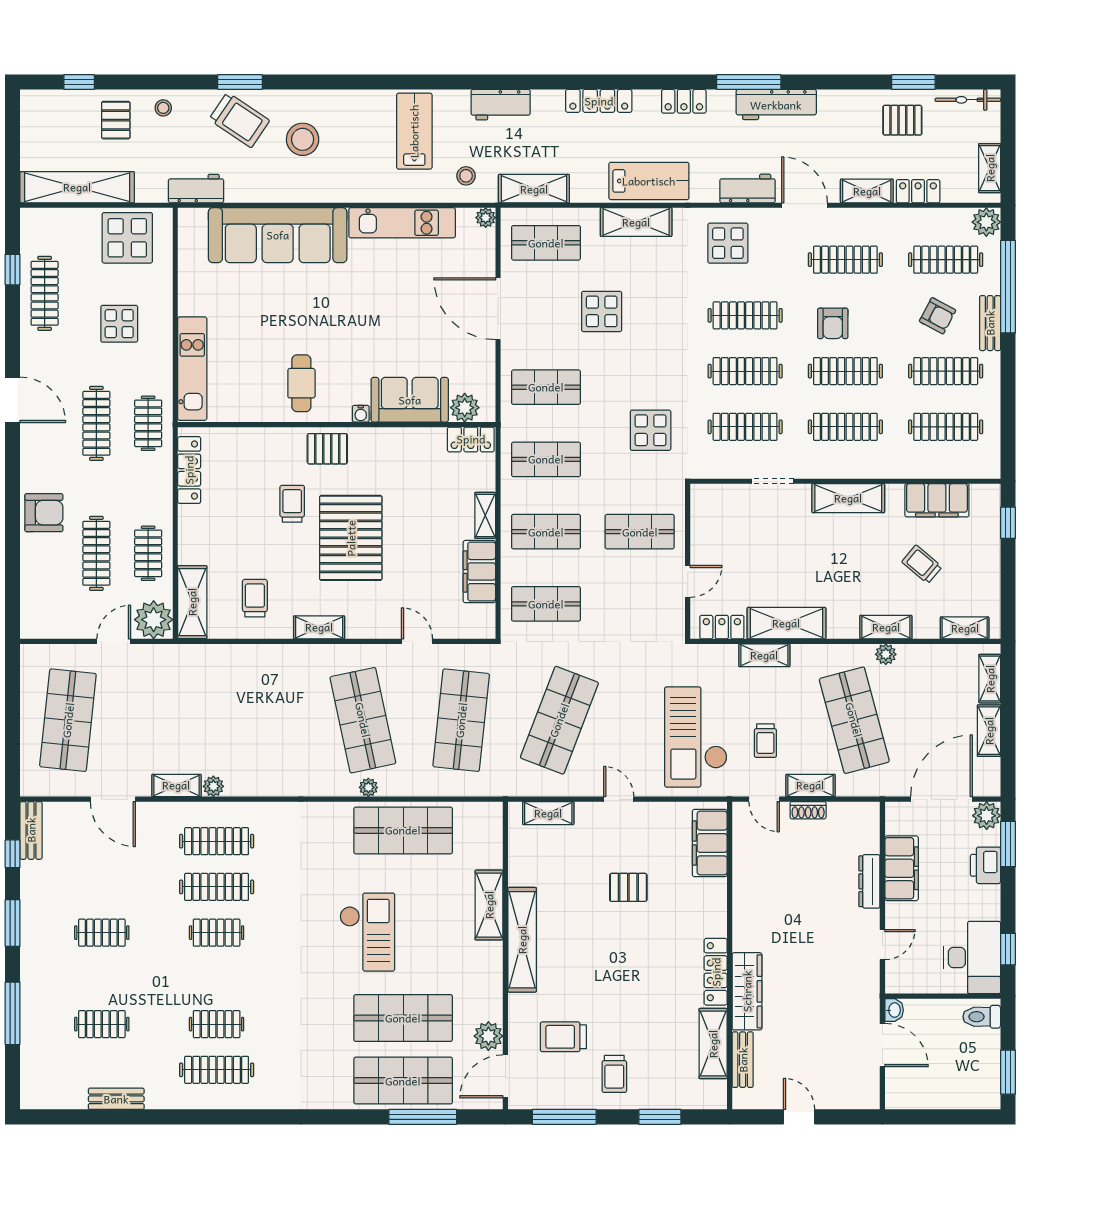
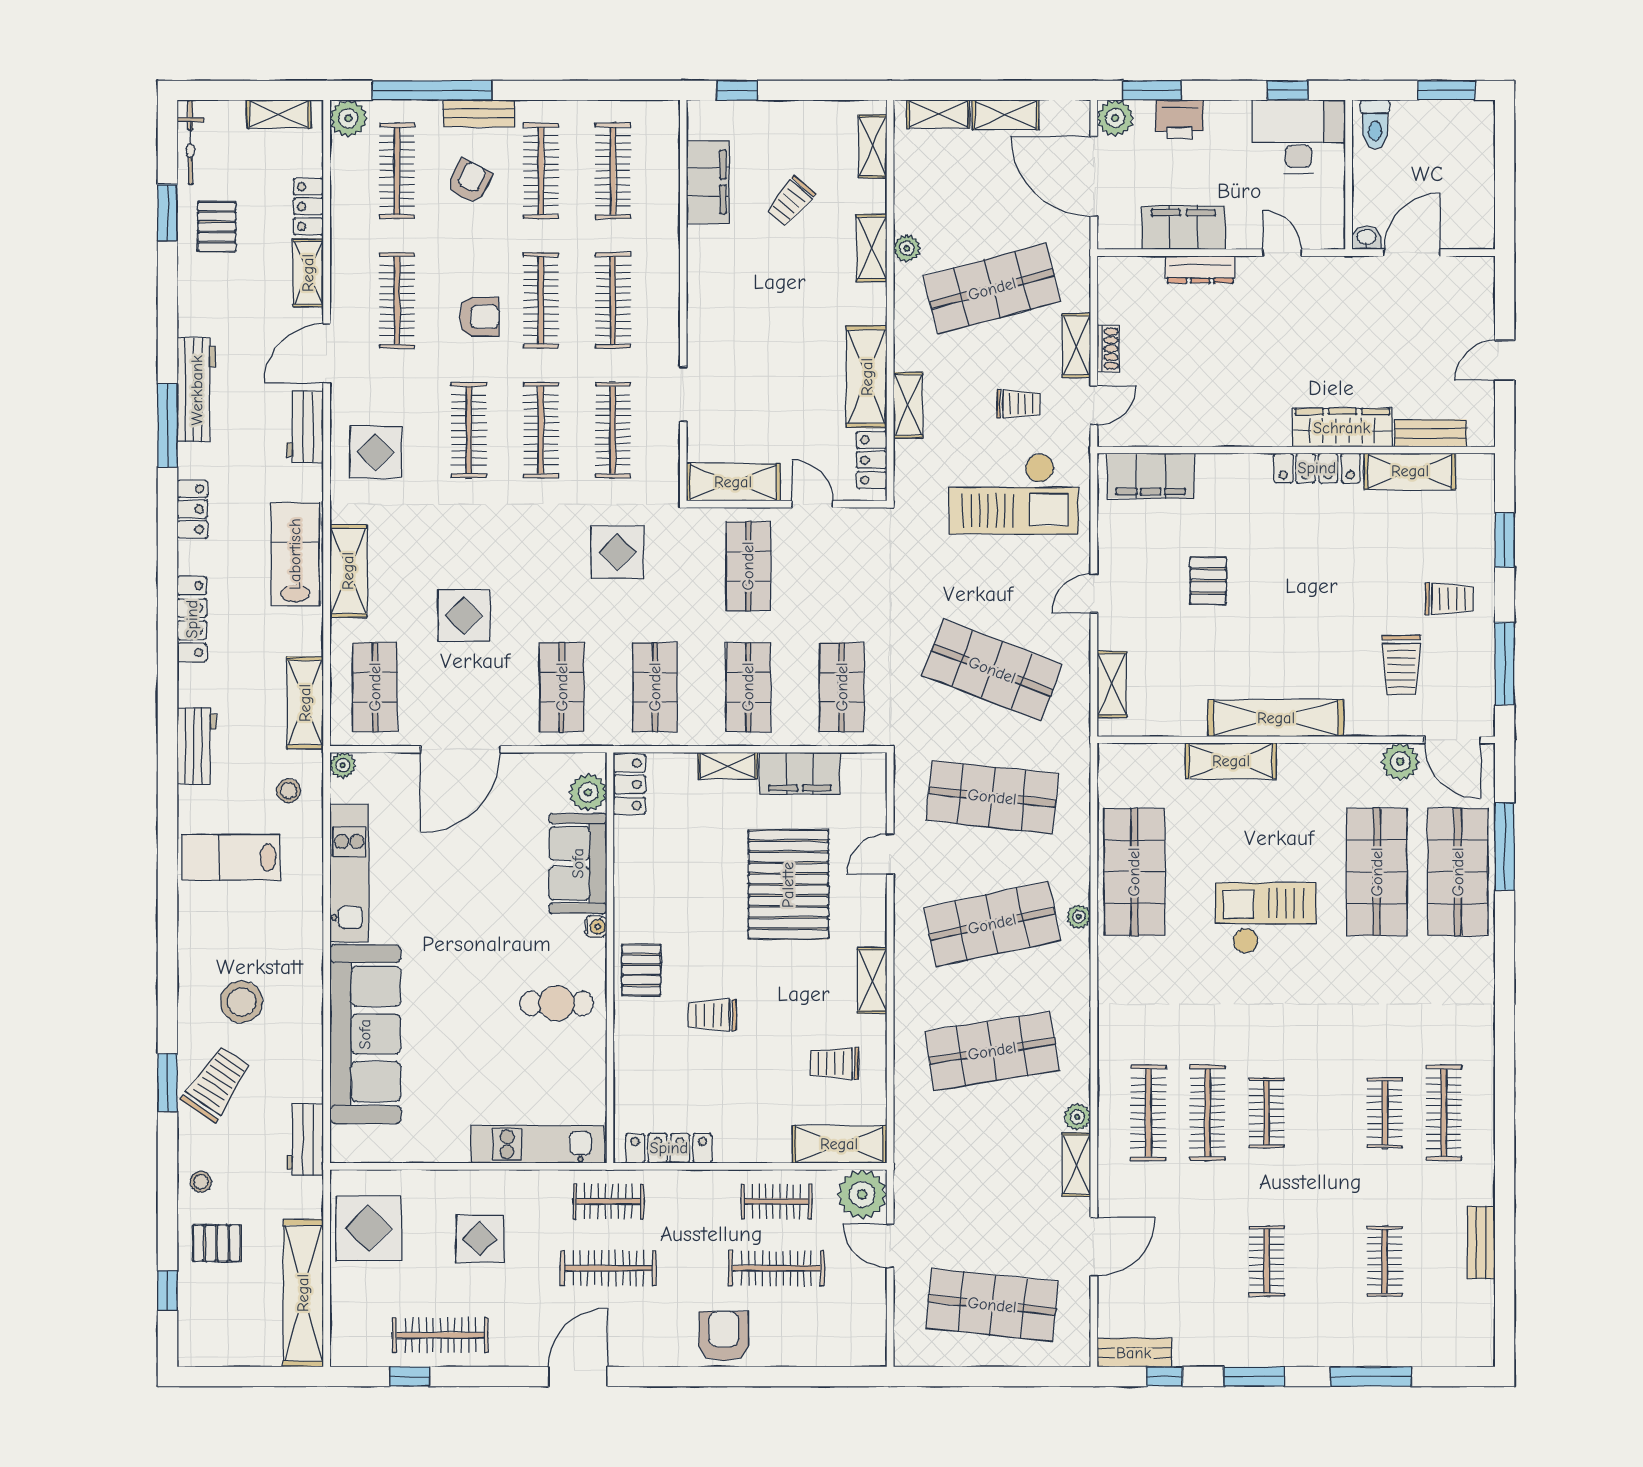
shelving: (848, 498) -> (733, 482), moved, turned 90
pallet: (351, 538) -> (788, 885), moved, turned 90
shop shelf: (265, 720) -> (992, 1051), added

